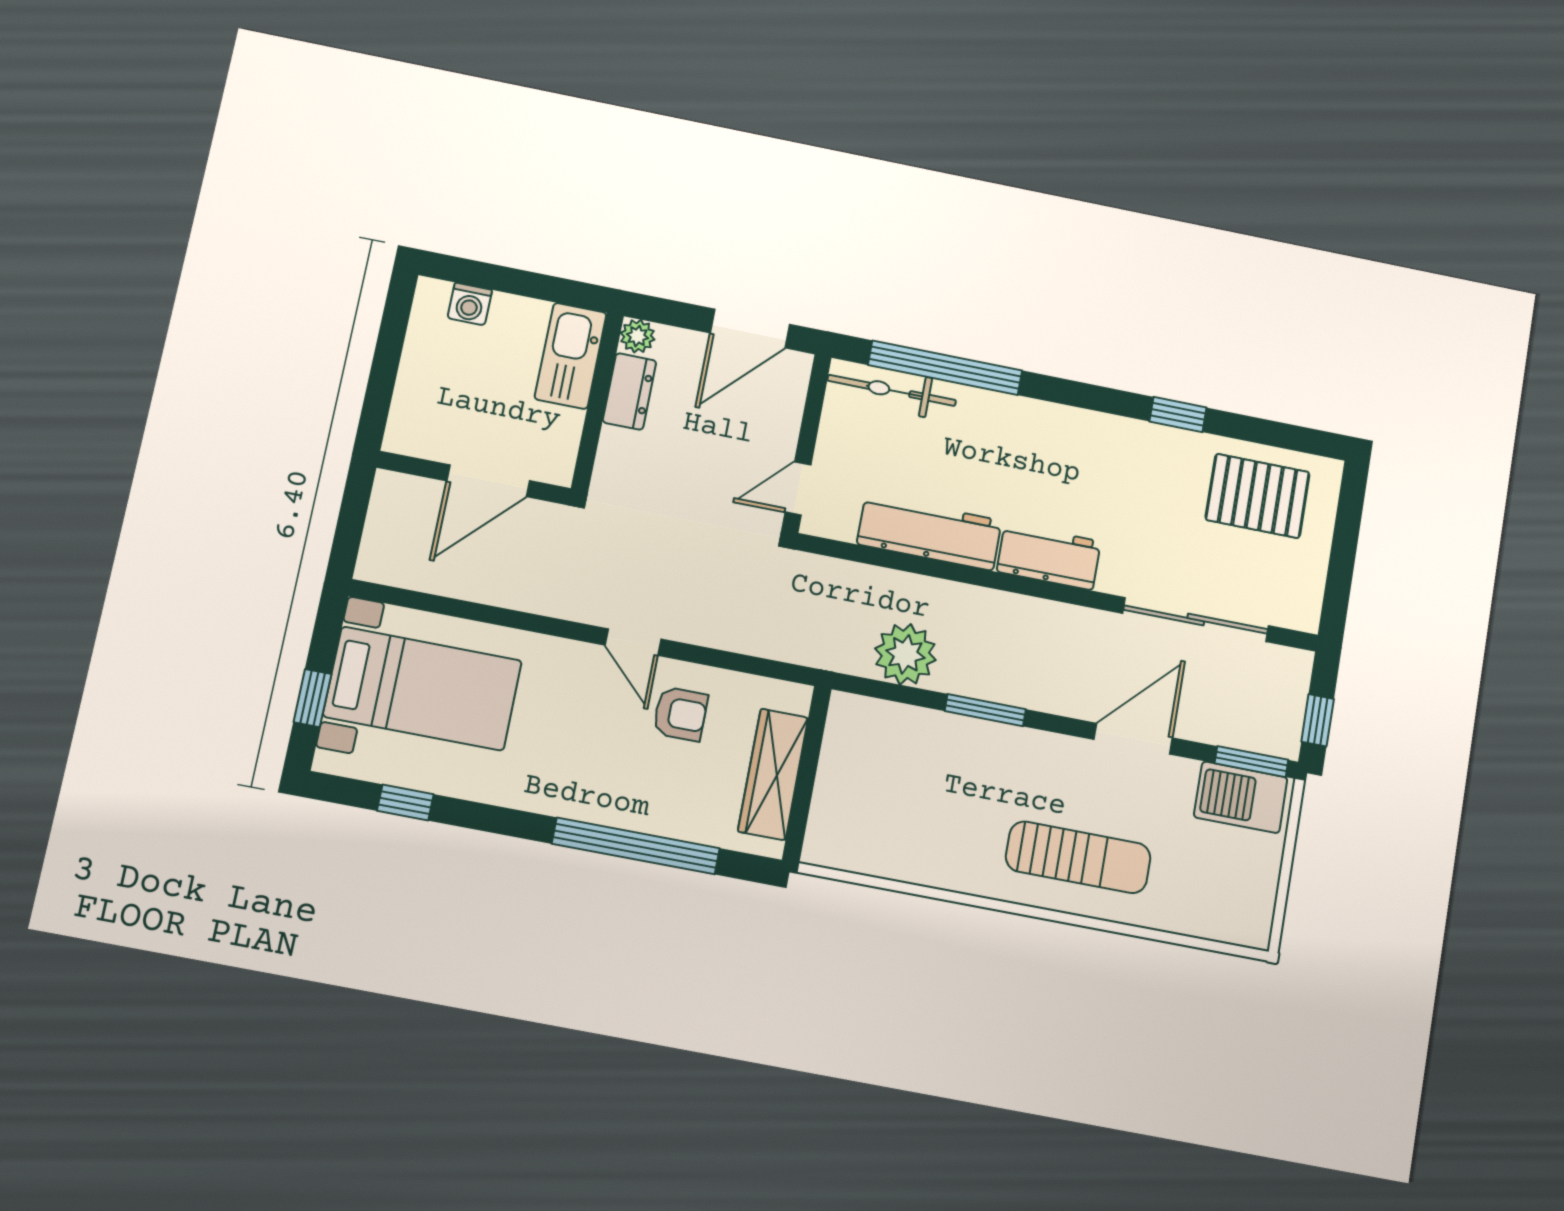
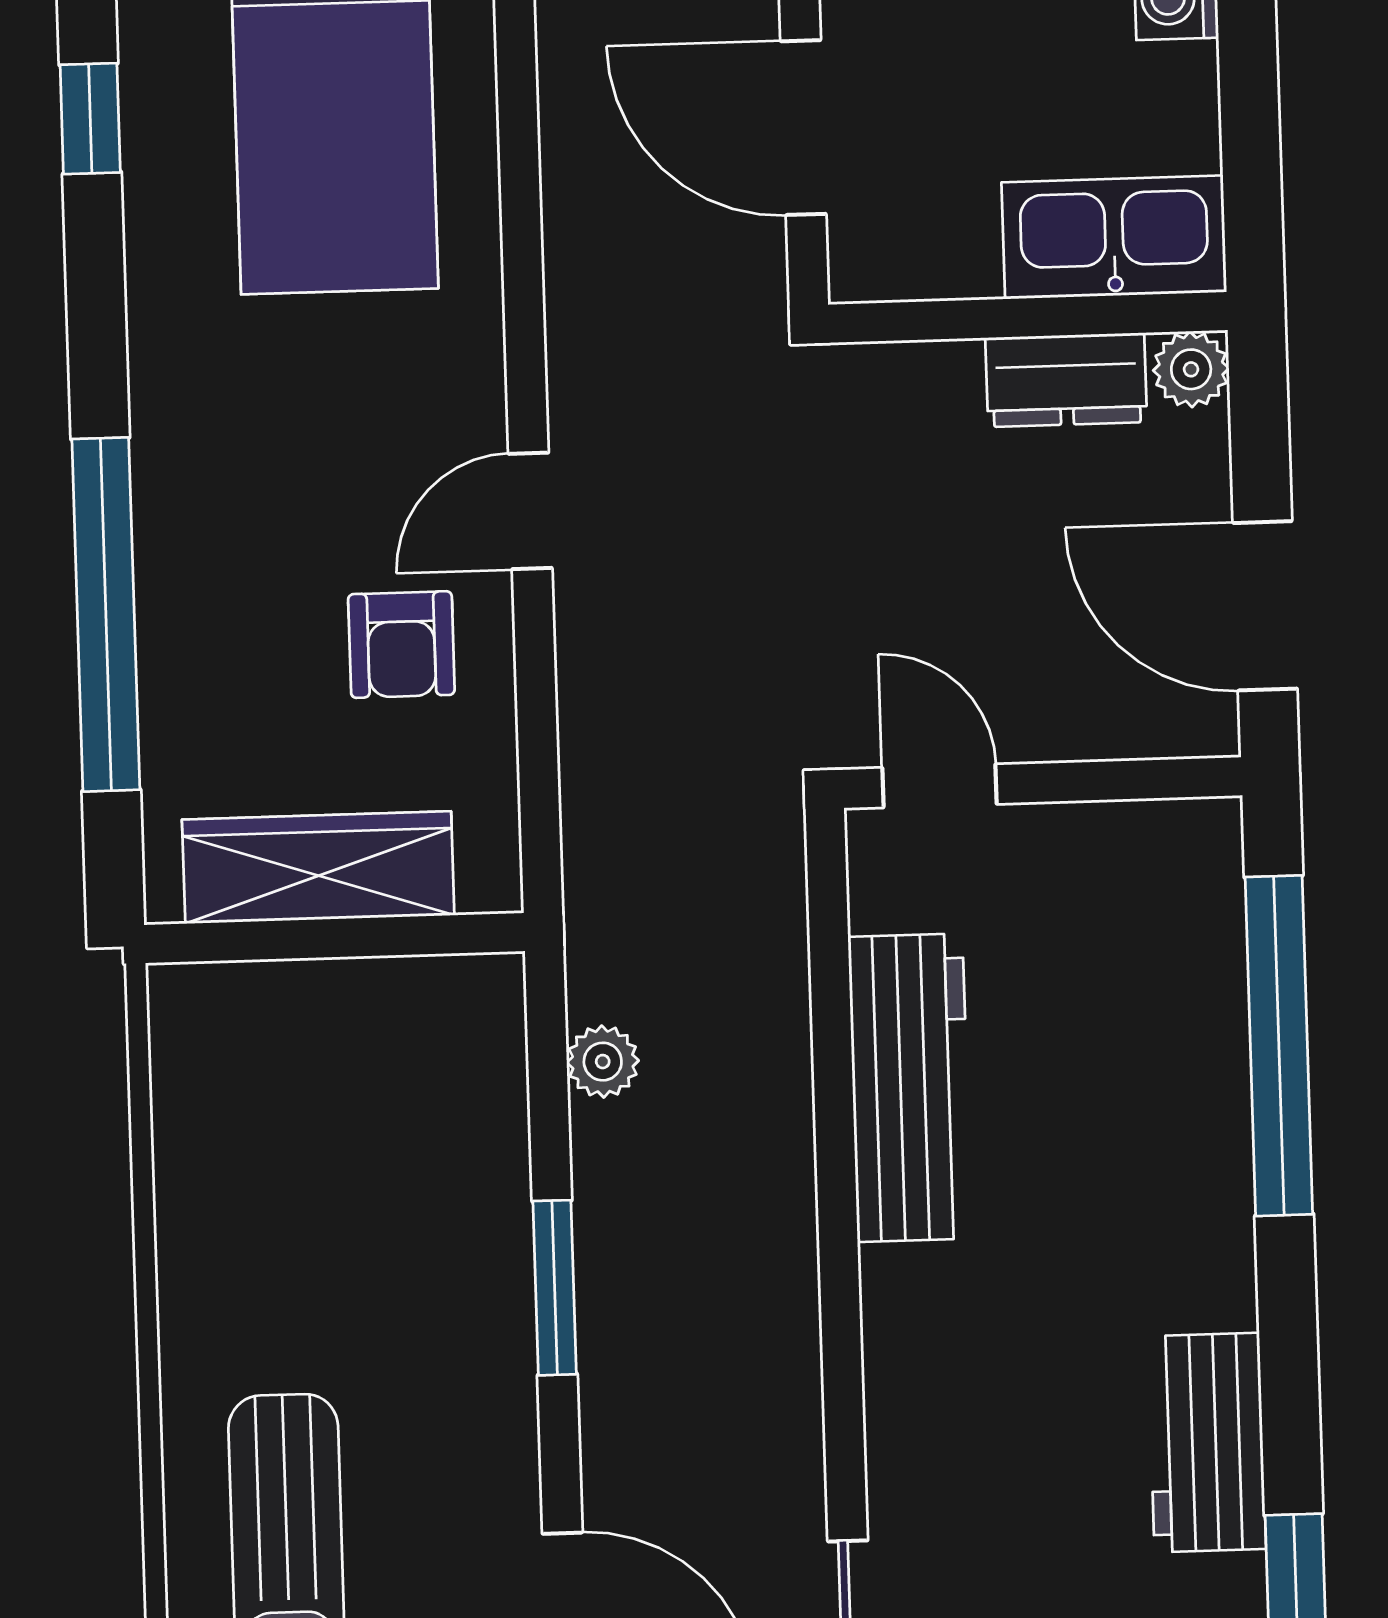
bicycle: (892, 390) -> (1201, 941), removed
workbench: (1049, 556) -> (1207, 1443), moved, turned 180
plant: (905, 654) -> (603, 1062), width x0.53, depth x0.53

